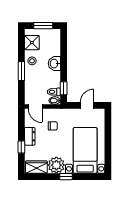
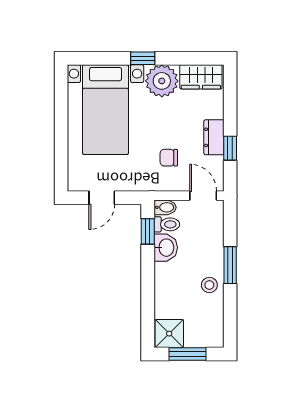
shower: (32, 43) -> (169, 334), moved
washbasin: (54, 64) -> (166, 248), moved
window: (21, 147) -> (230, 148), moved

